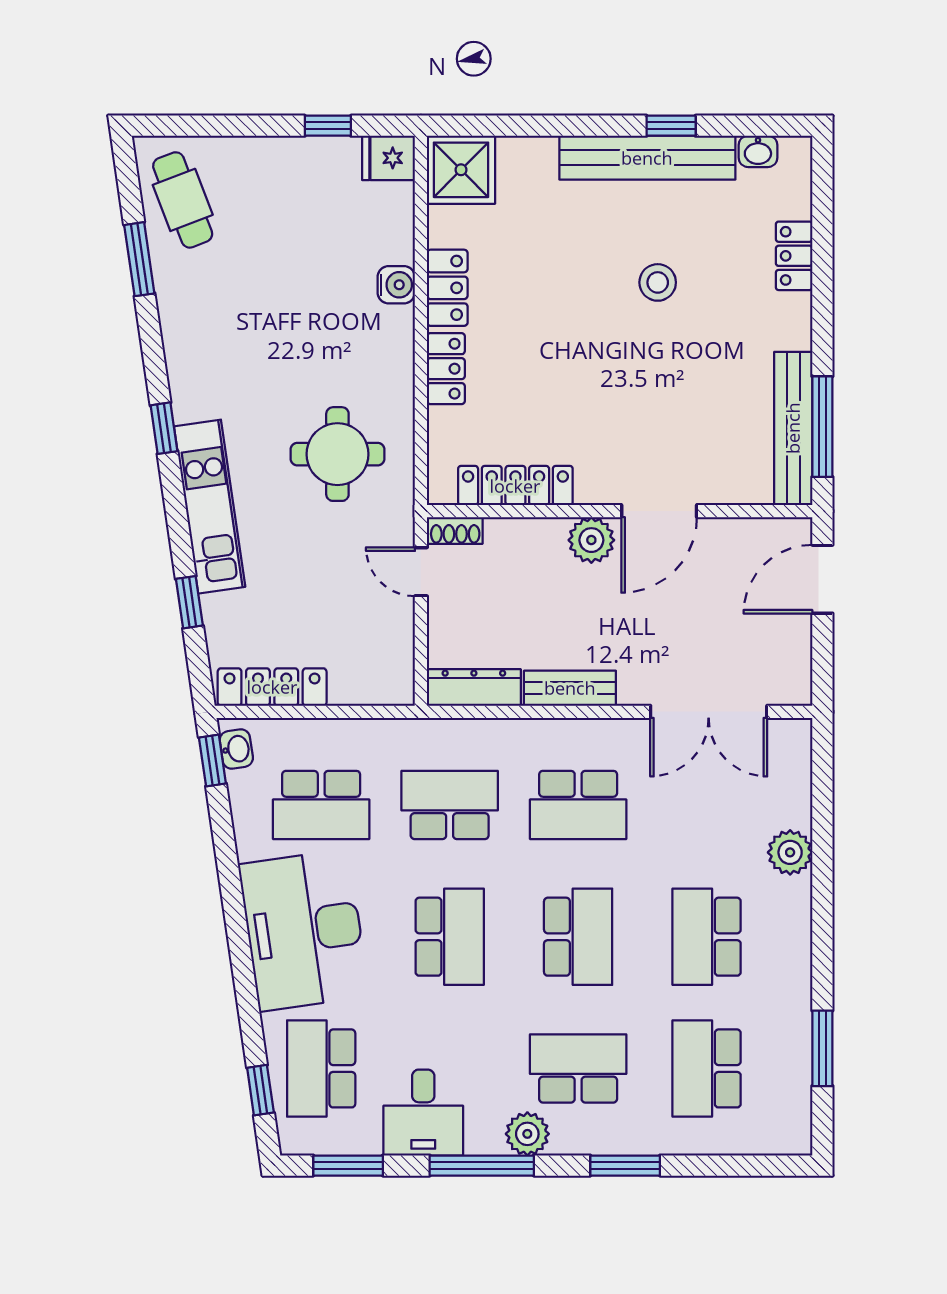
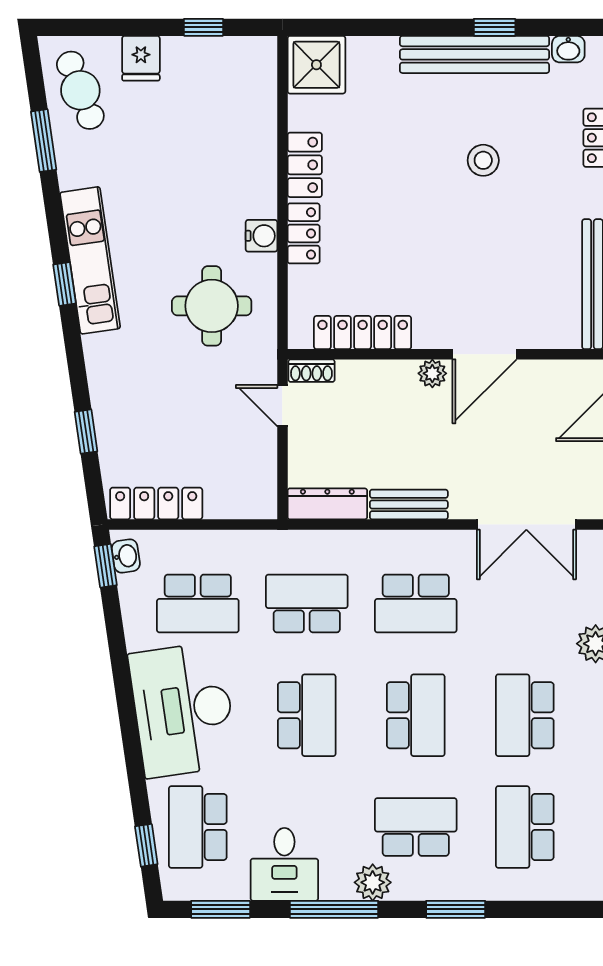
fridge: (388, 158) -> (141, 58), moved, turned -90
water cooler: (396, 285) -> (261, 236), moved
kitchen unit: (210, 507) -> (90, 260), moved
plant: (591, 540) -> (432, 373), width x0.73, depth x0.73

